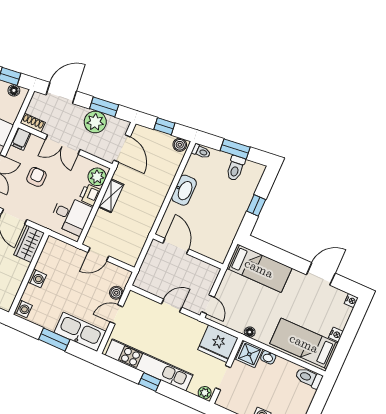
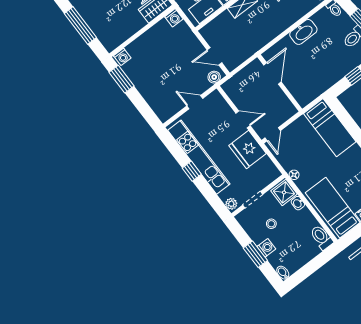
door: (98, 254) -> (215, 56), moved
washing machine: (37, 278) -> (174, 18), moved
boiler: (116, 293) -> (214, 77), moved
kitchen sink: (80, 332) -> (158, 100), removed
window: (54, 340) -> (121, 79), moved
fridge: (218, 344) -> (248, 150), moved
stool: (253, 391) -> (271, 224), added

